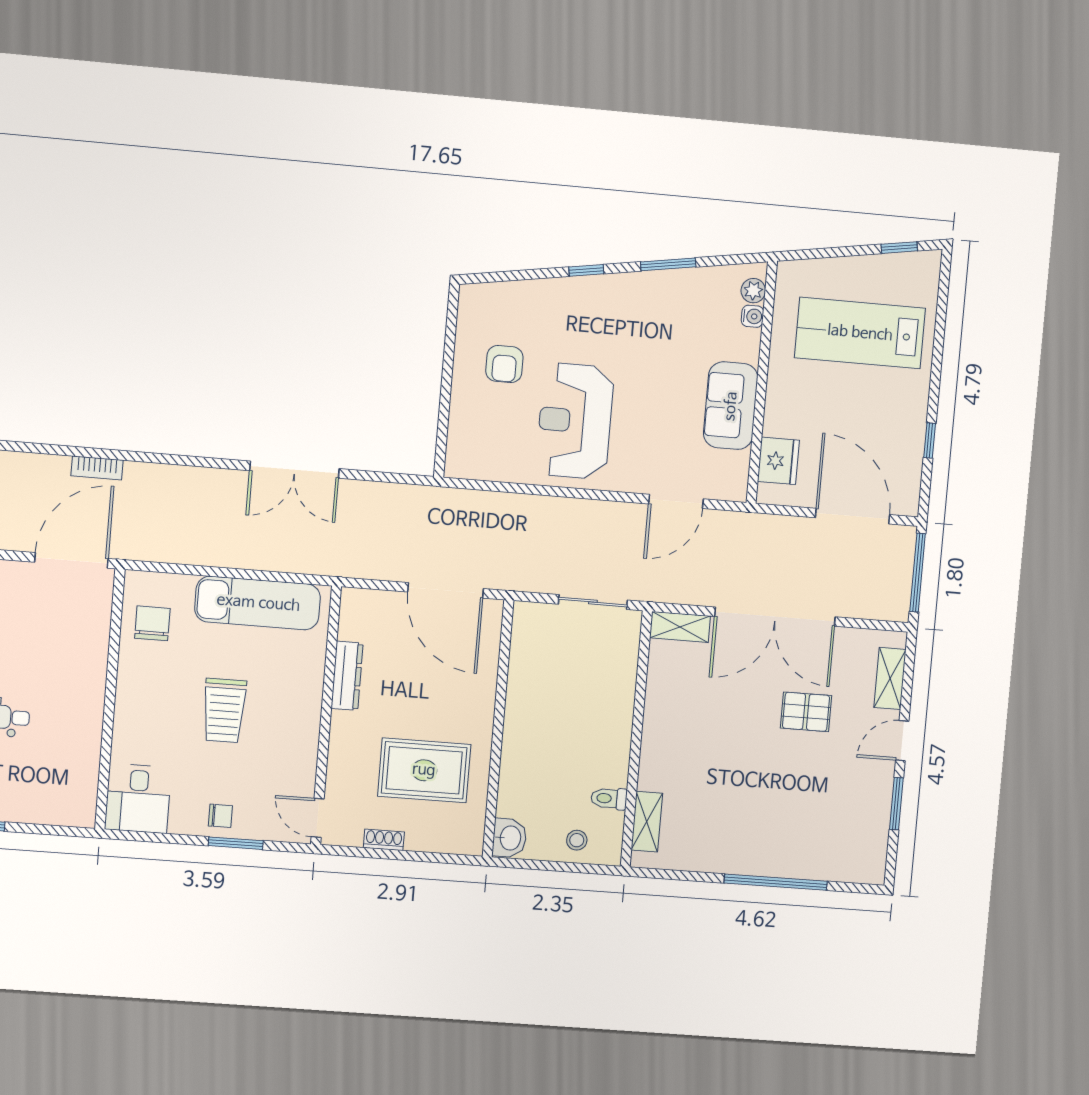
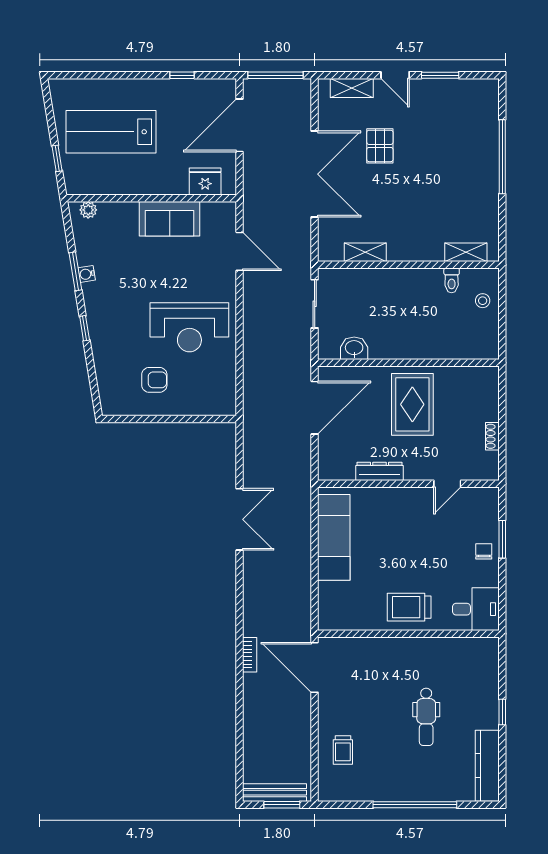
window: (899, 248) -> (57, 158), moved
water cooler: (753, 316) -> (87, 274), moved, turned -99
lab bench: (860, 333) -> (111, 132), turned 90
chair: (152, 623) -> (354, 609), removed
shelving: (680, 627) -> (365, 252), moved, turned 90
trolley: (224, 710) -> (409, 607), moved, turned 180
rug: (424, 770) -> (412, 404), moved
door: (318, 818) -> (447, 484), moved
washbasin: (509, 838) -> (354, 348), moved

